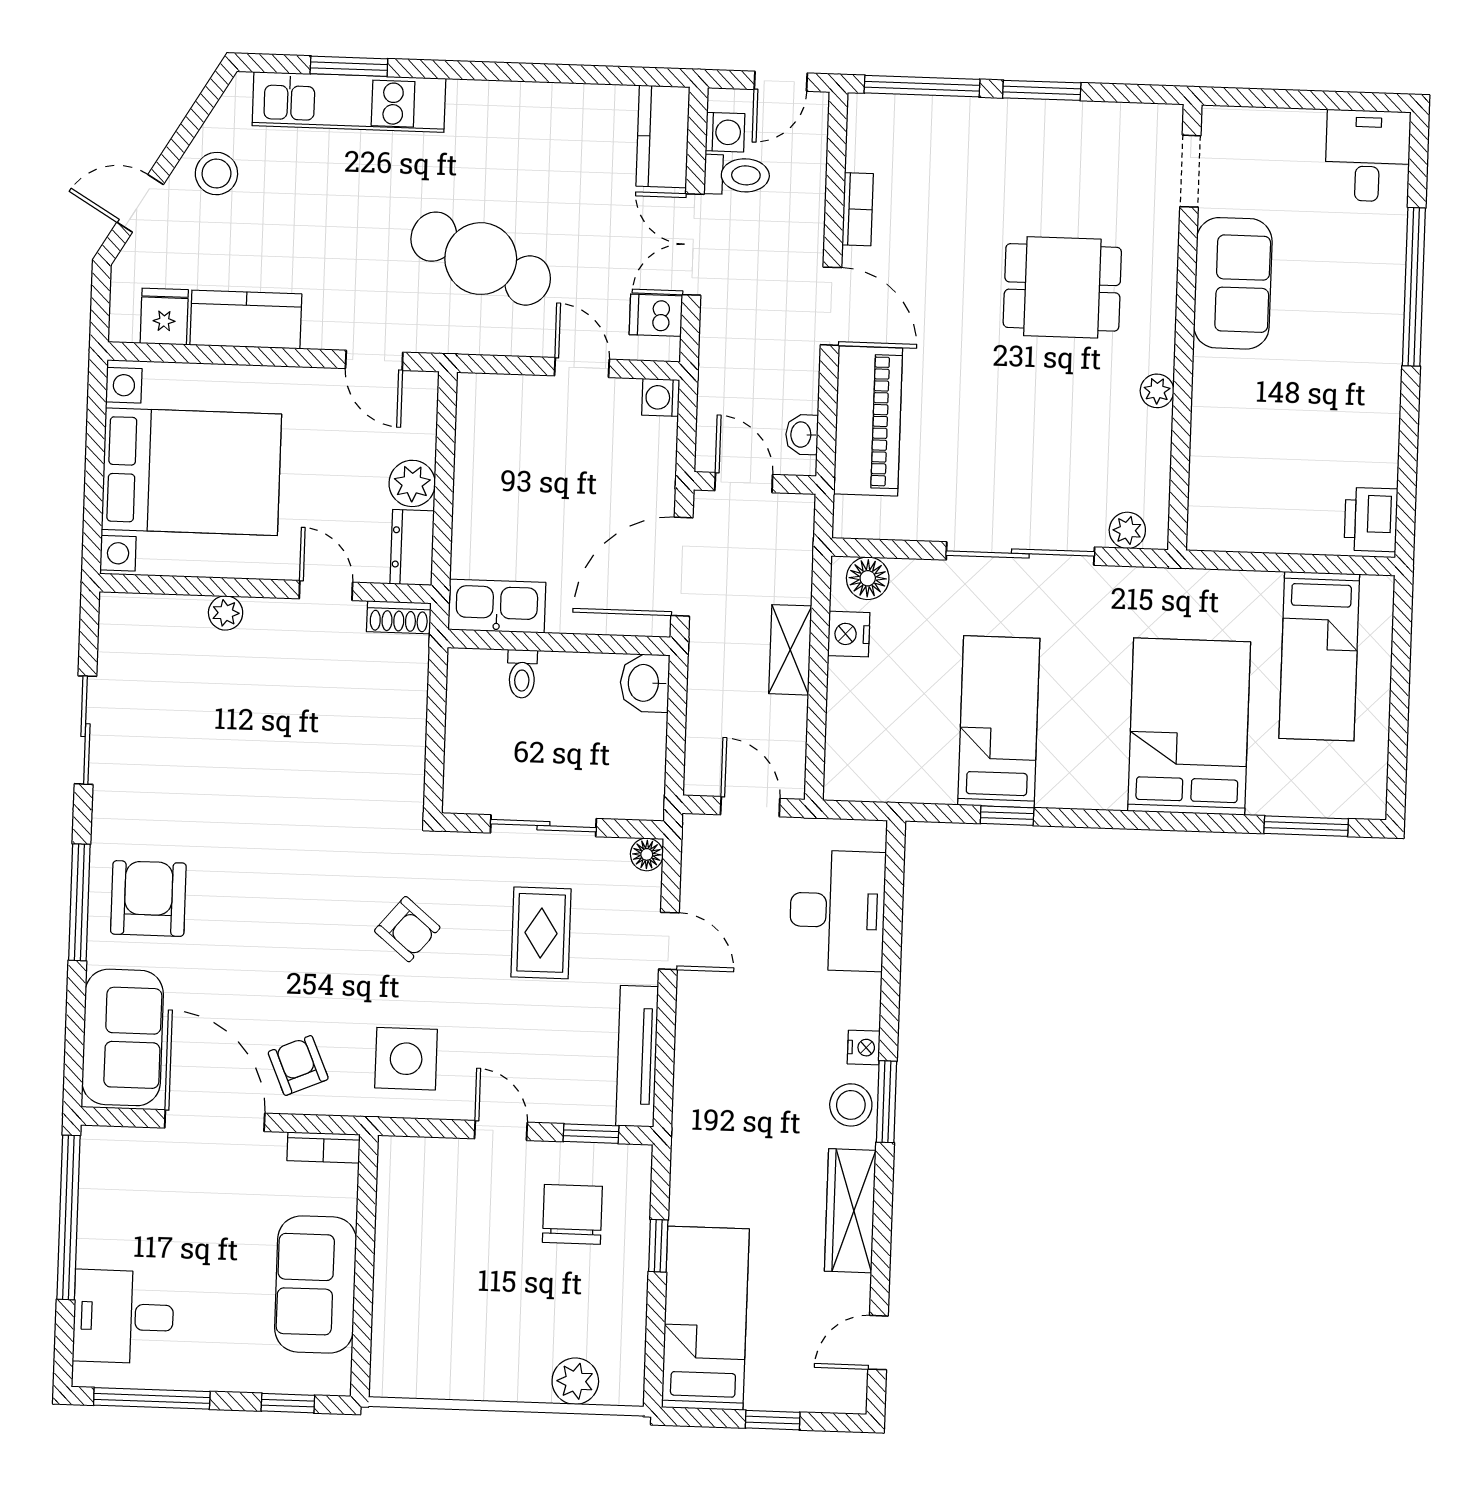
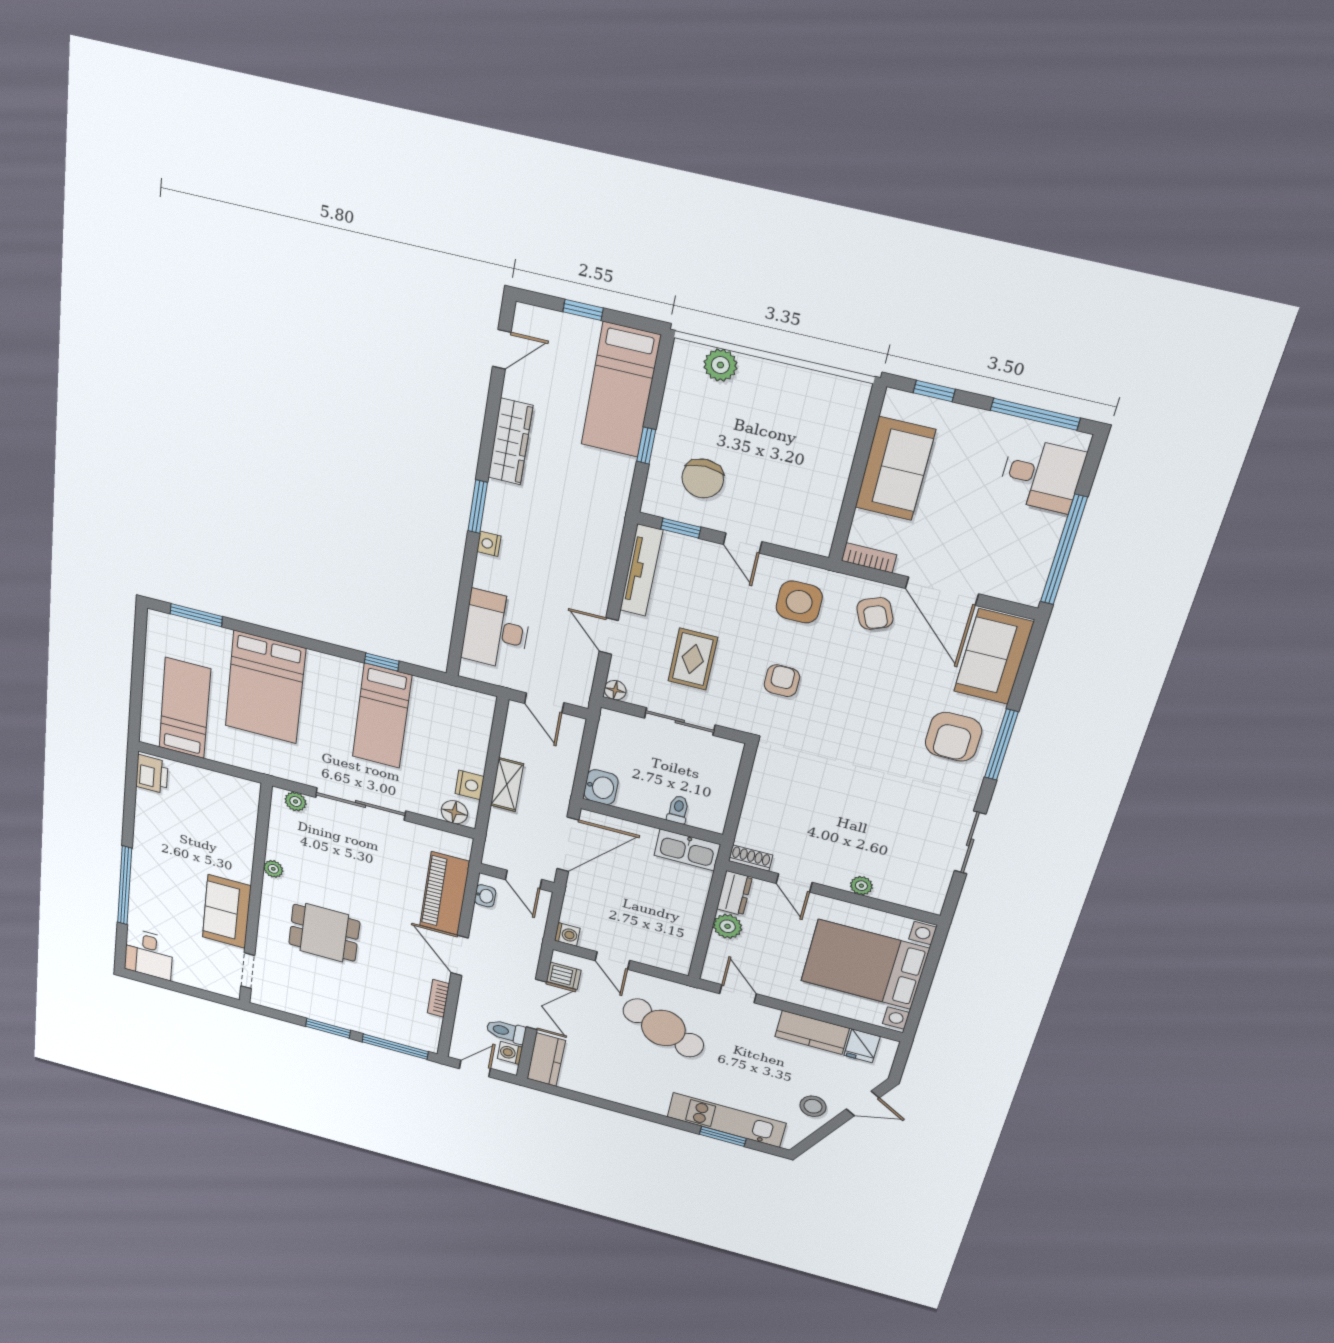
armchair: (407, 929) -> (782, 681), turned 50
stool: (851, 1105) -> (502, 510), removed

